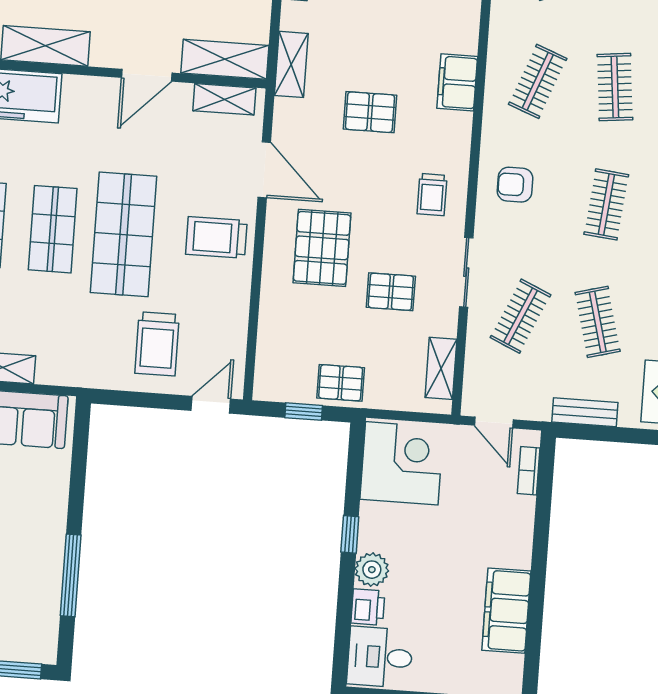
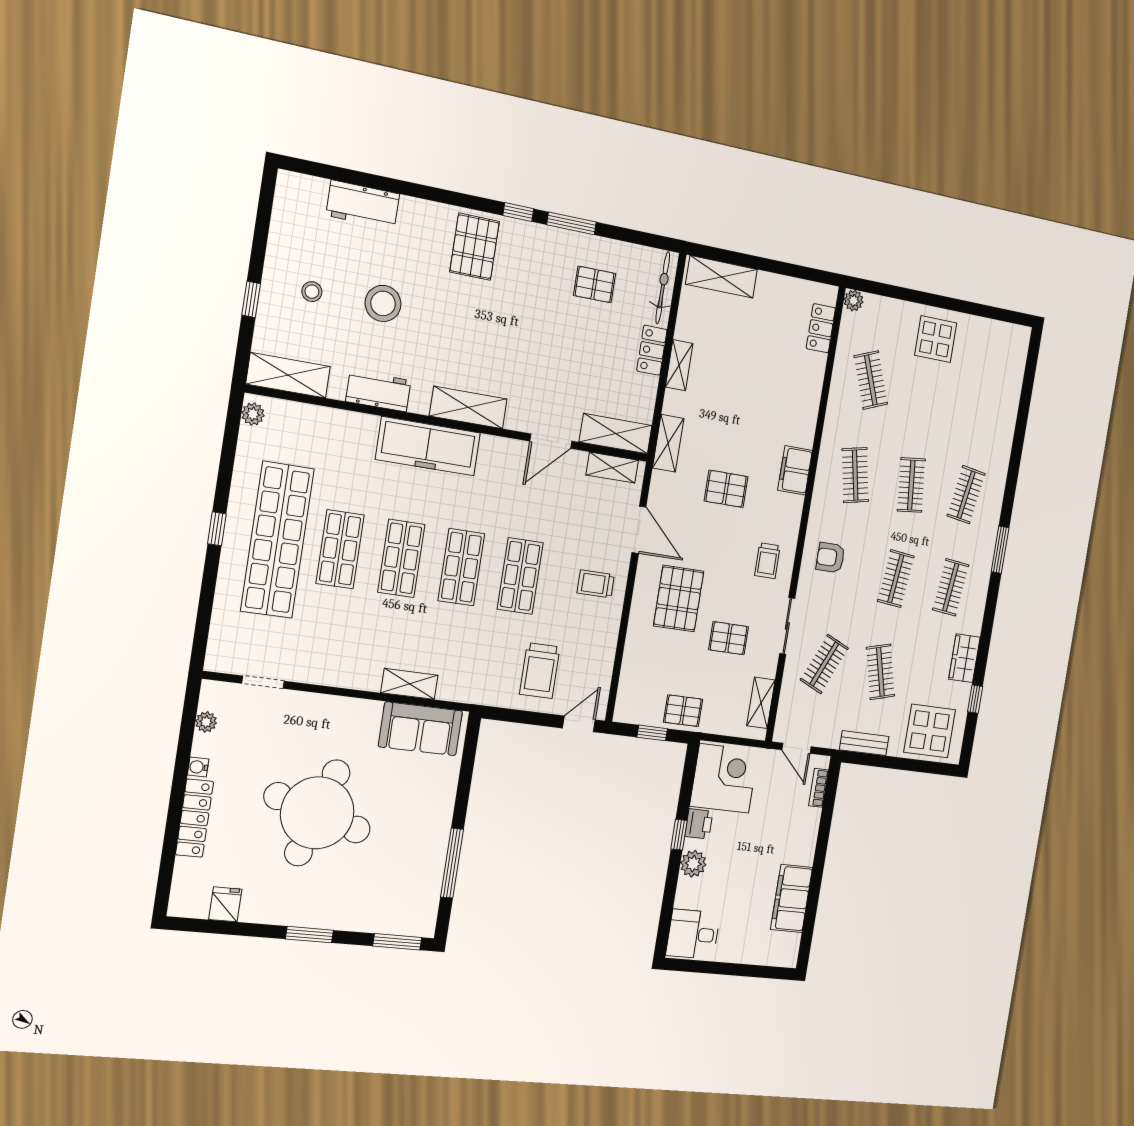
clothes rail: (538, 81) -> (855, 475), turned -33
shop shelf: (124, 234) -> (520, 576), width x0.70, depth x0.74
trolley: (216, 237) -> (596, 584), width x0.73, depth x0.72
printer: (368, 607) -> (699, 824), moved

